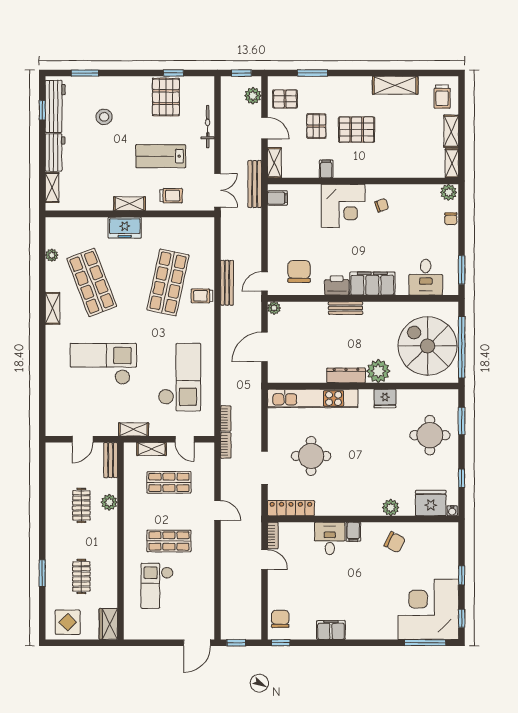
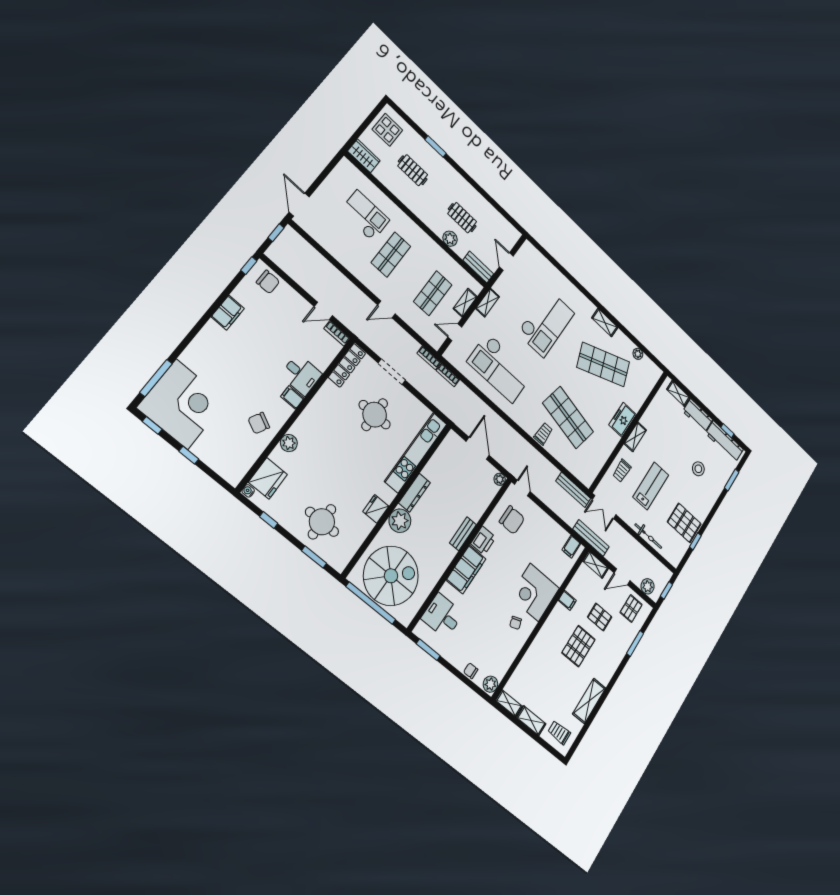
bench: (227, 283) -> (573, 490), moved

